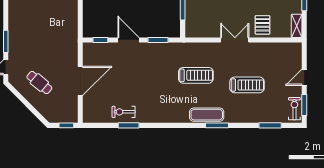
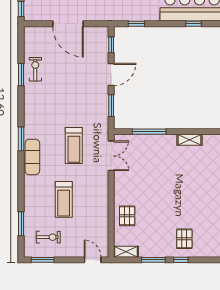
window: (80, 16) -> (136, 24), added
pallet: (262, 25) -> (127, 216), turned 90
double door: (235, 40) -> (111, 156), moved
door: (304, 77) -> (93, 260), moved
exercise bike: (294, 109) -> (48, 237), moved
window: (217, 125) -> (21, 139), moved

